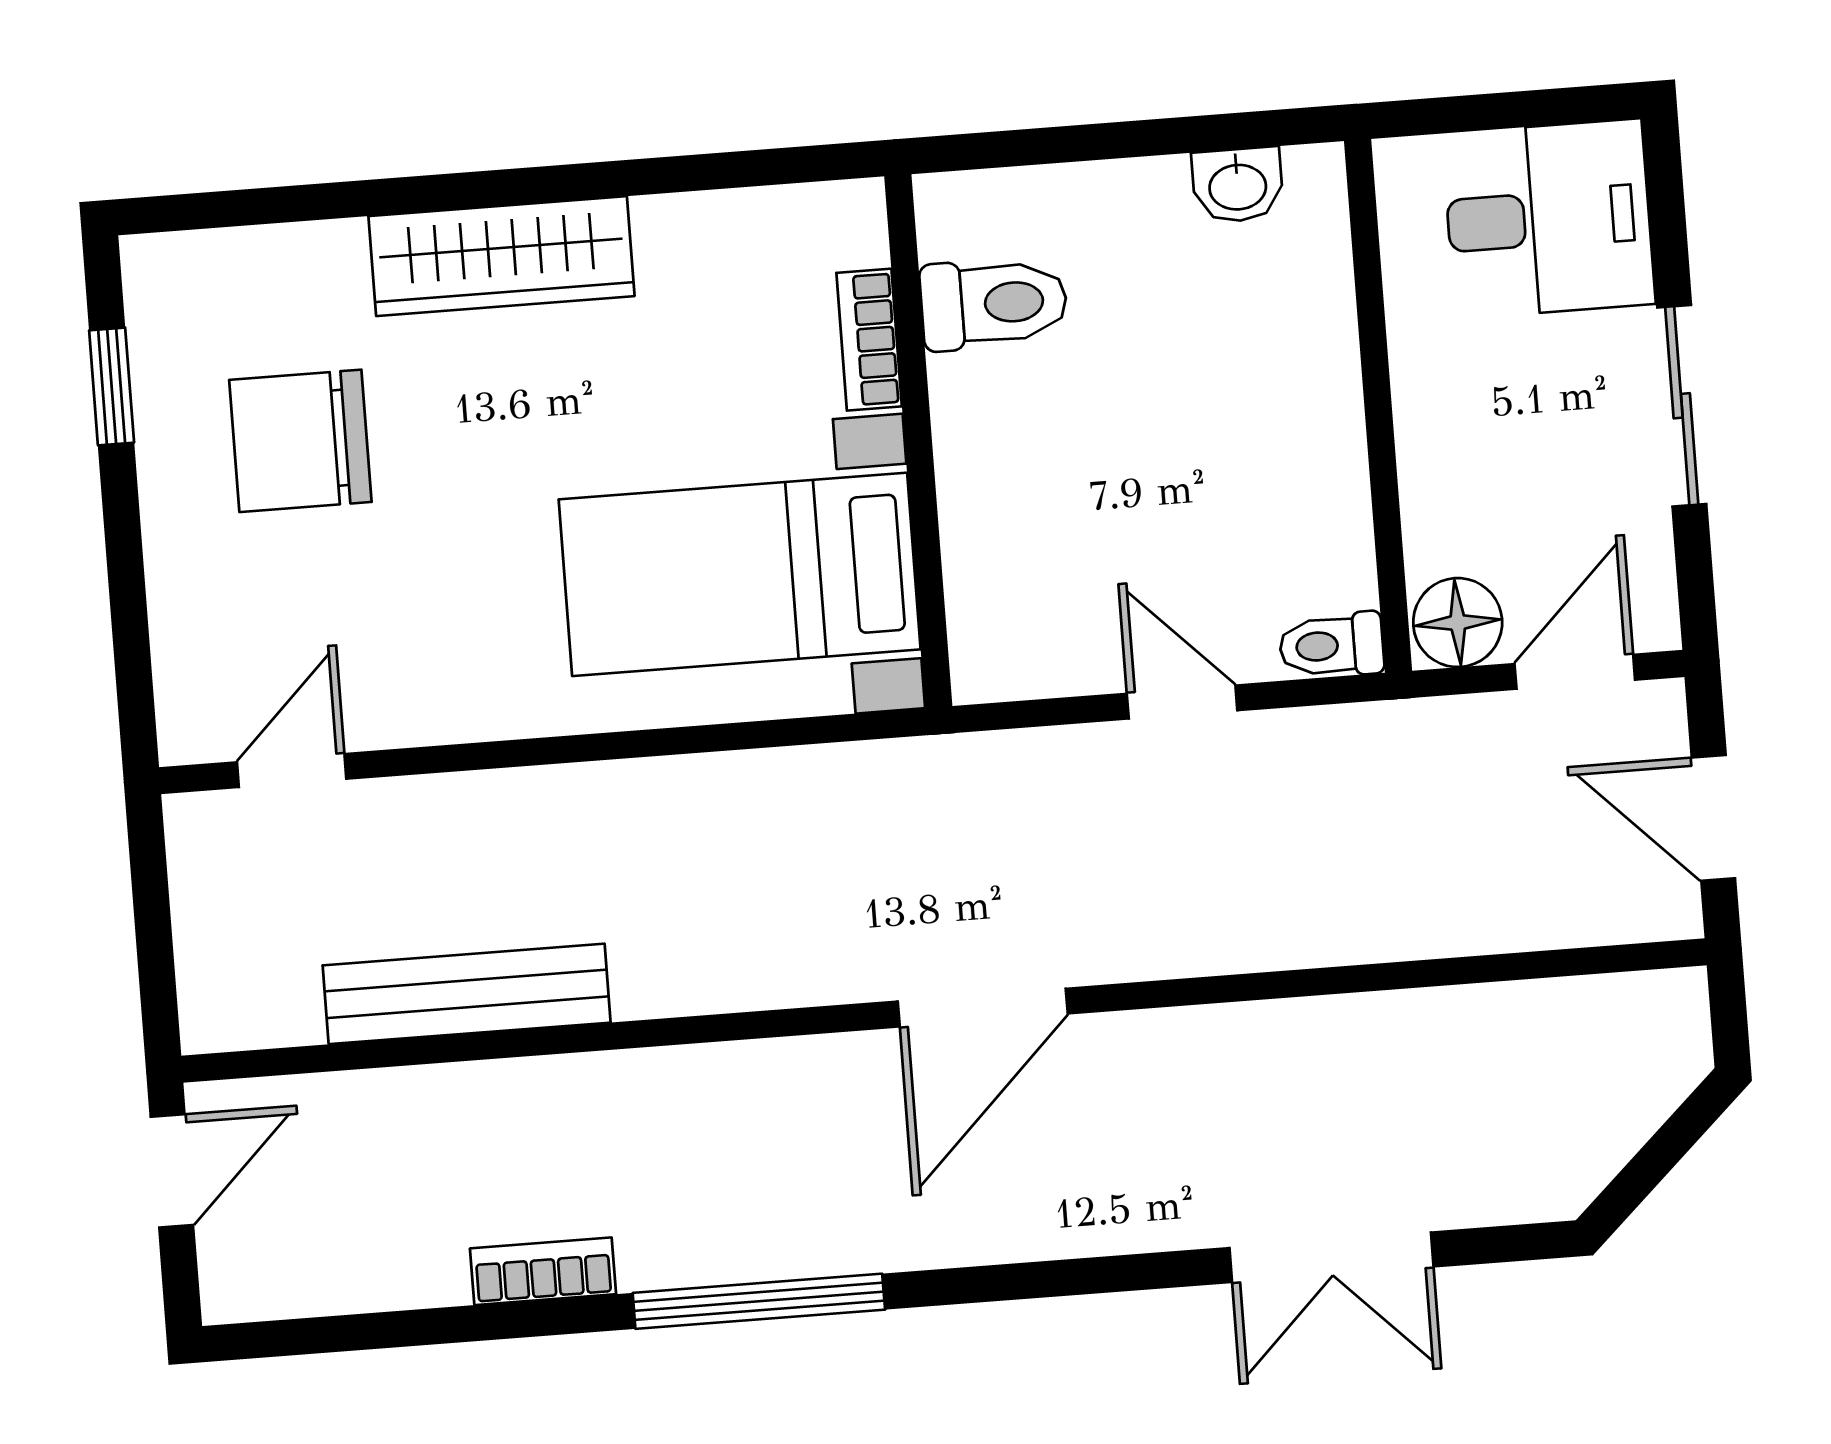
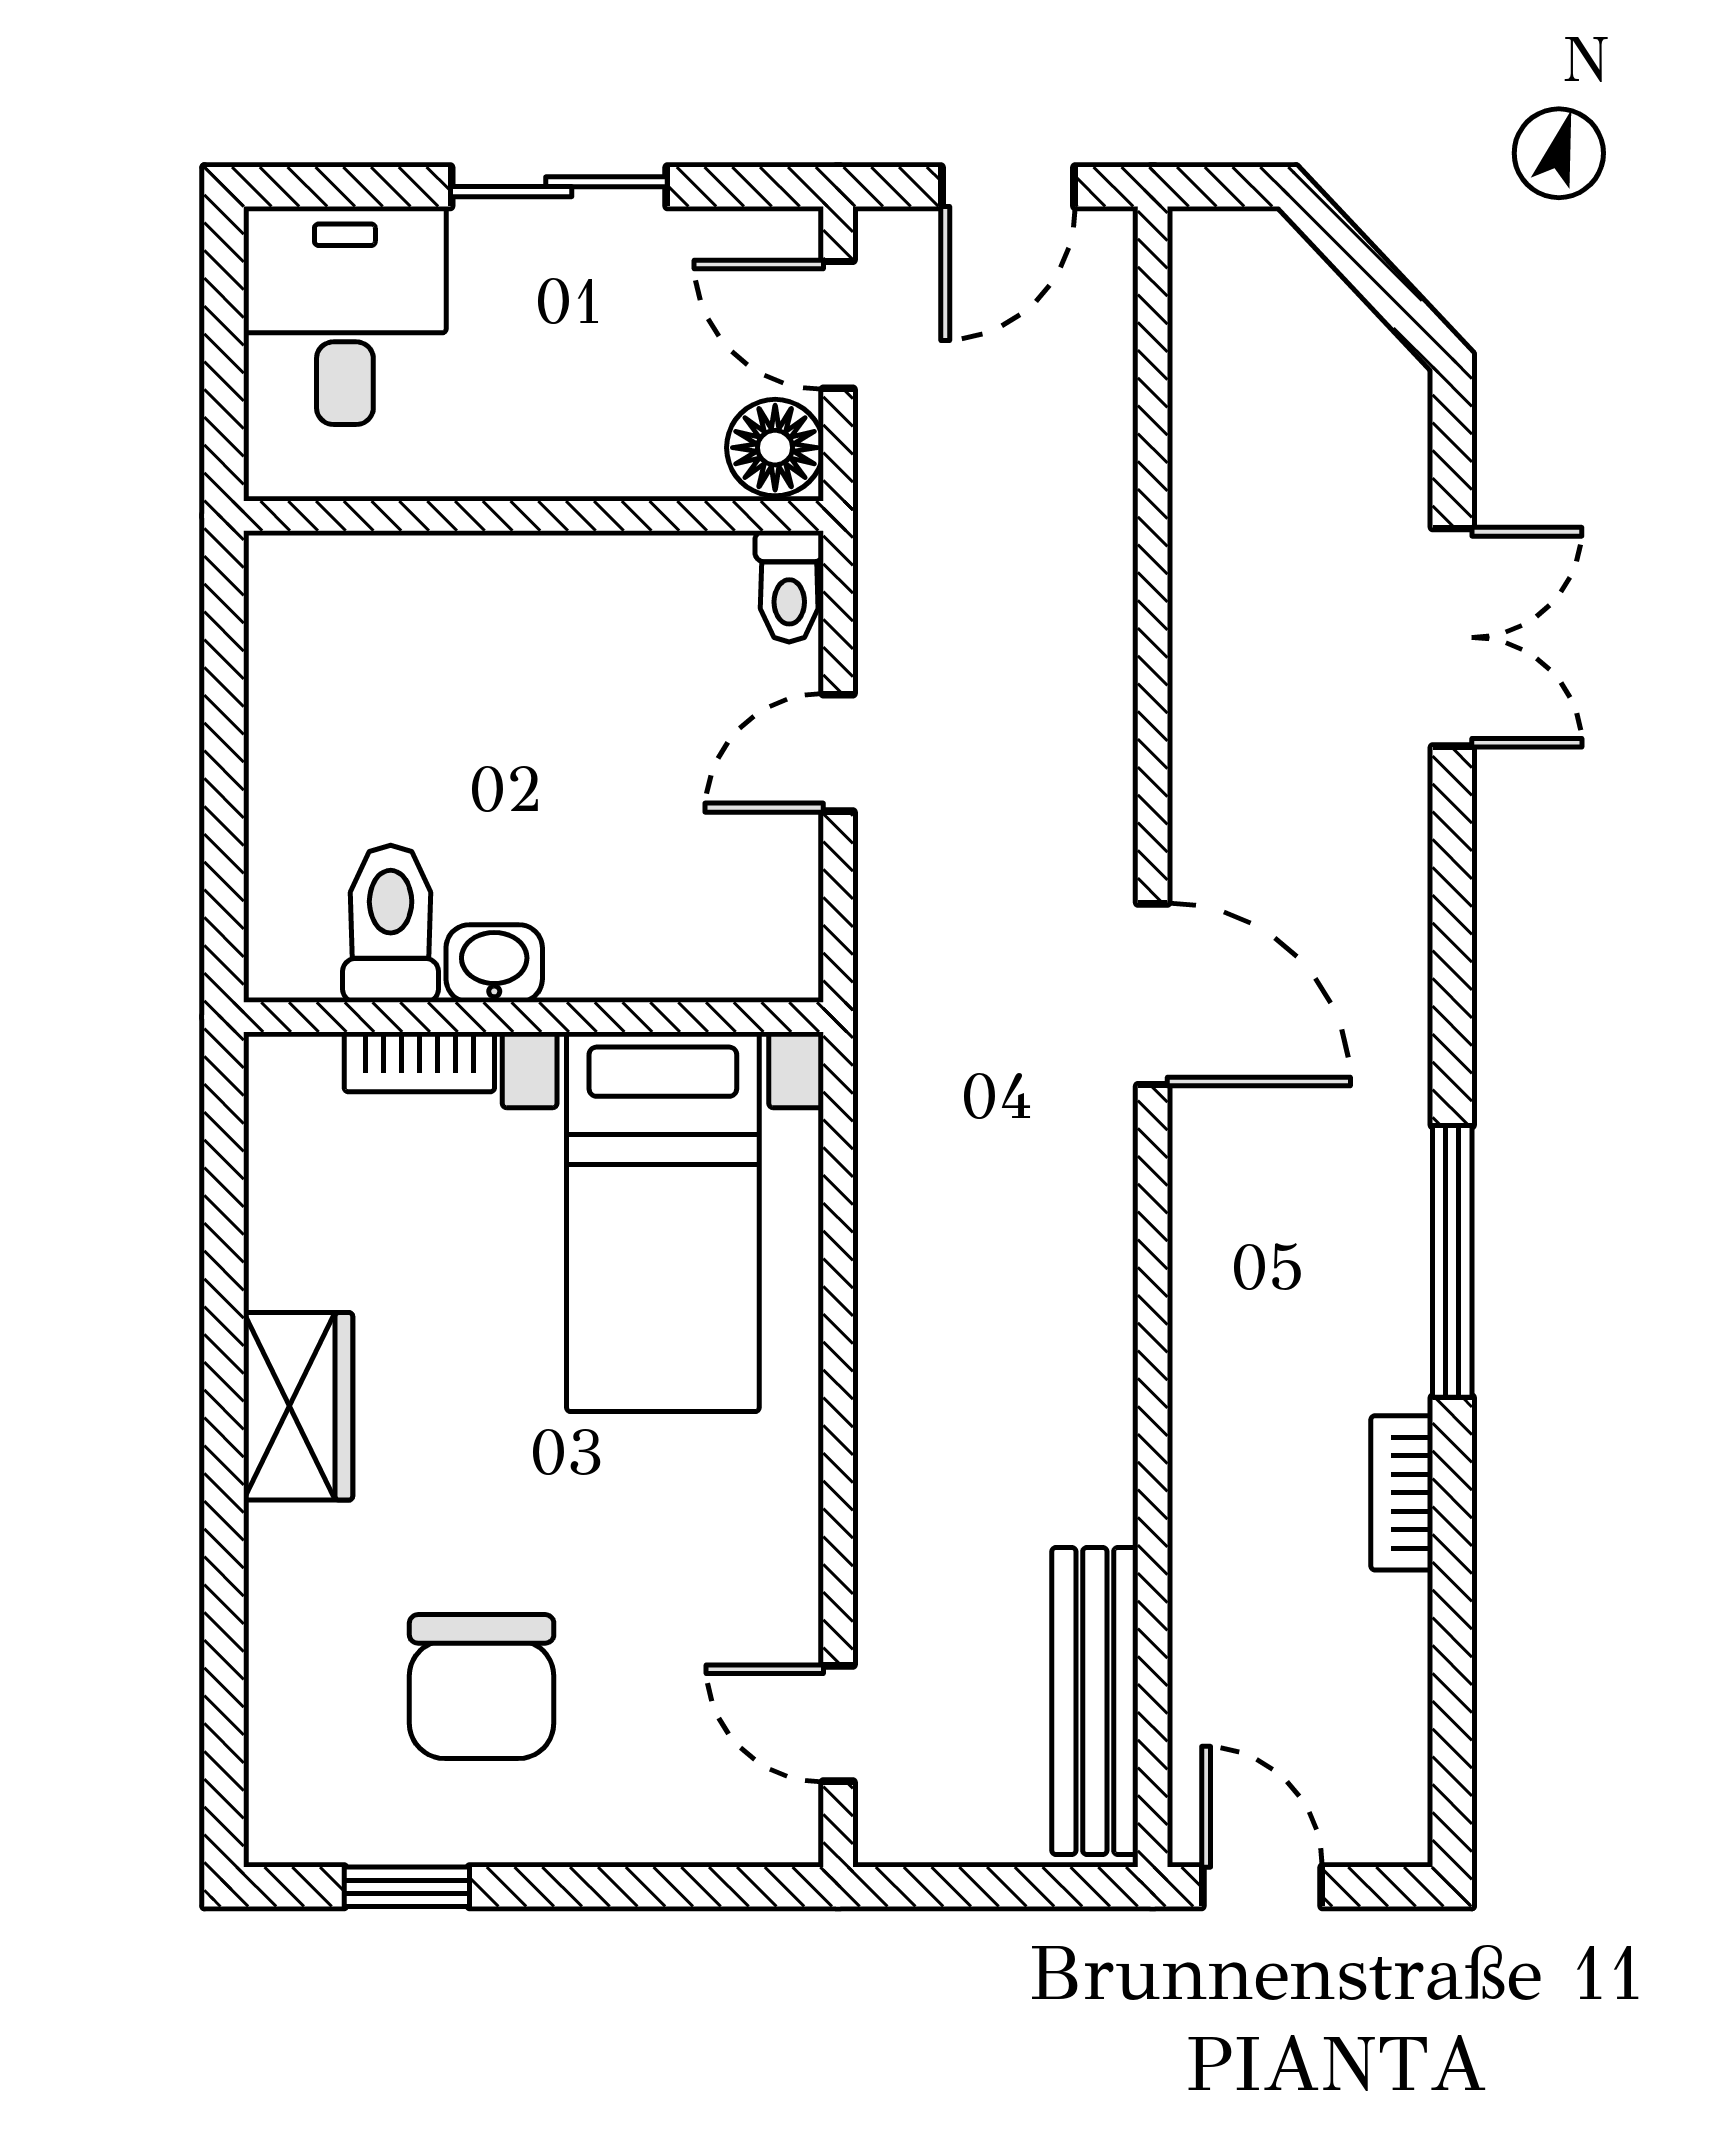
washbasin: (1238, 185) -> (494, 963), moved, turned -90
wardrobe: (501, 256) -> (298, 1406), width x0.67
bench: (467, 994) -> (1095, 1701), moved

